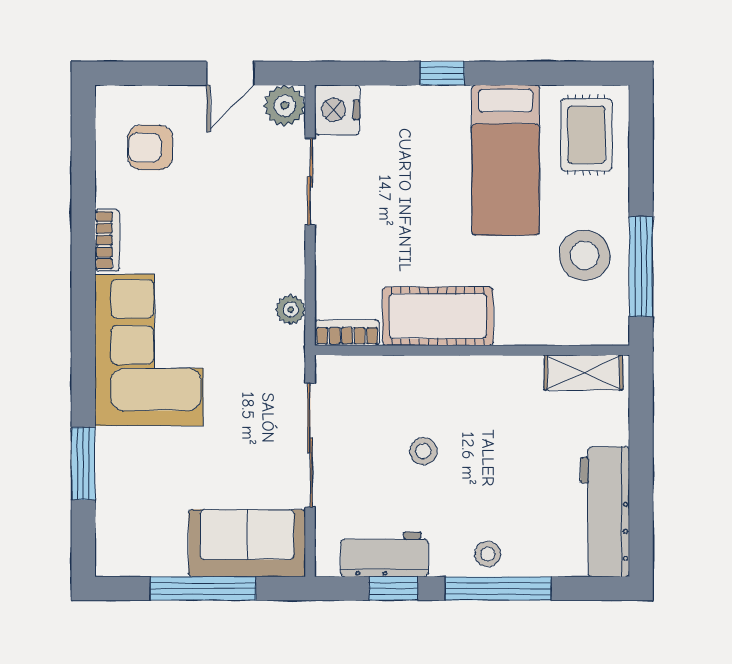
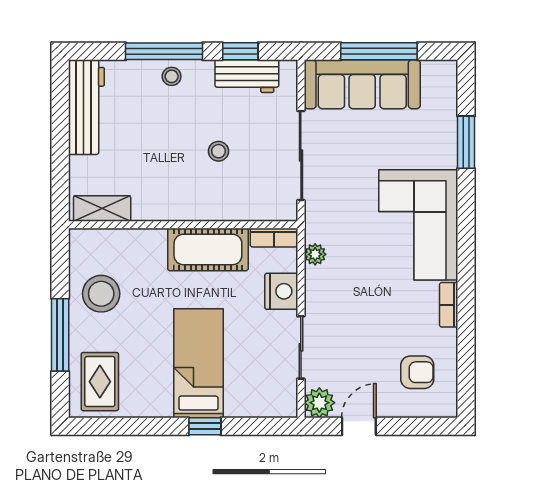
nightstand: (337, 110) -> (281, 291), moved
bed: (506, 160) -> (198, 363), moved
window: (641, 267) -> (60, 335), moved
sofa: (247, 543) -> (362, 84), width x1.36

